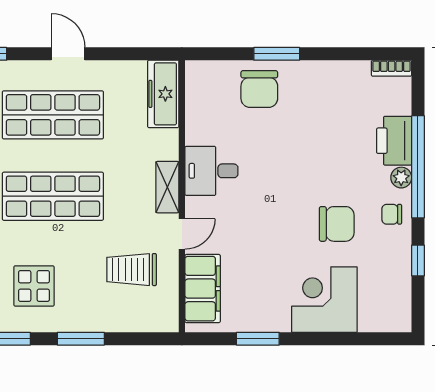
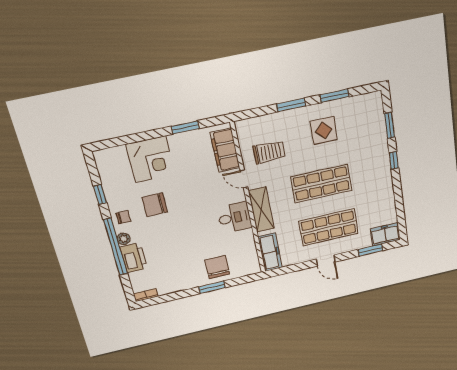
shelving: (167, 187) -> (261, 210), width x1.50, depth x1.33
door: (182, 234) -> (244, 179), hinge flipped

